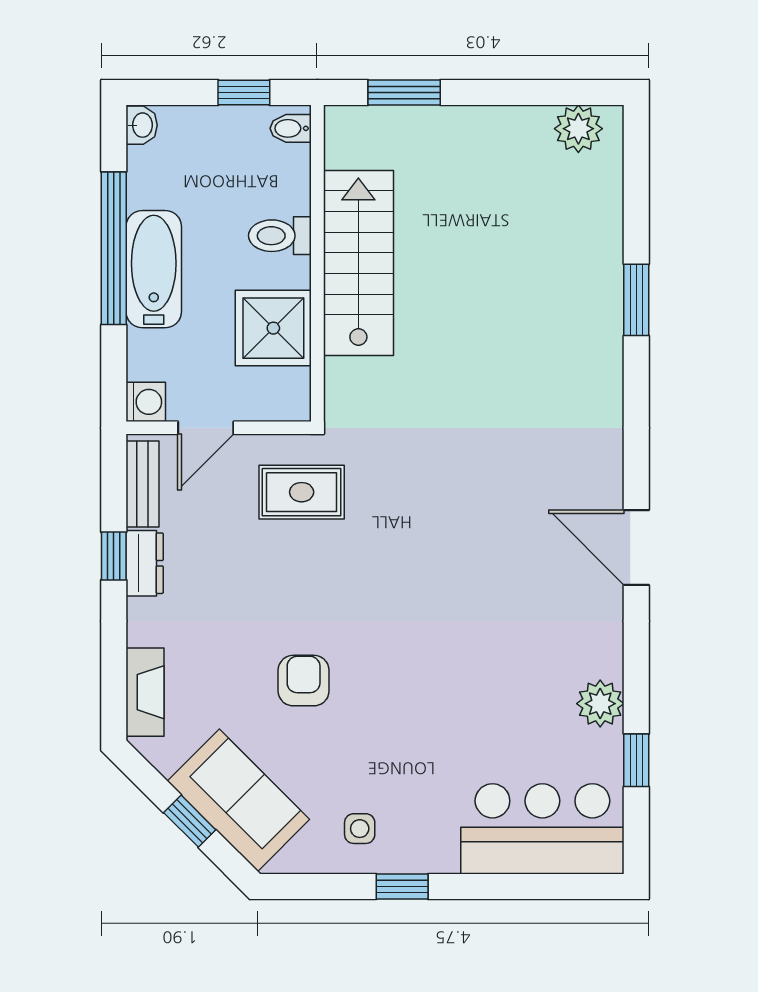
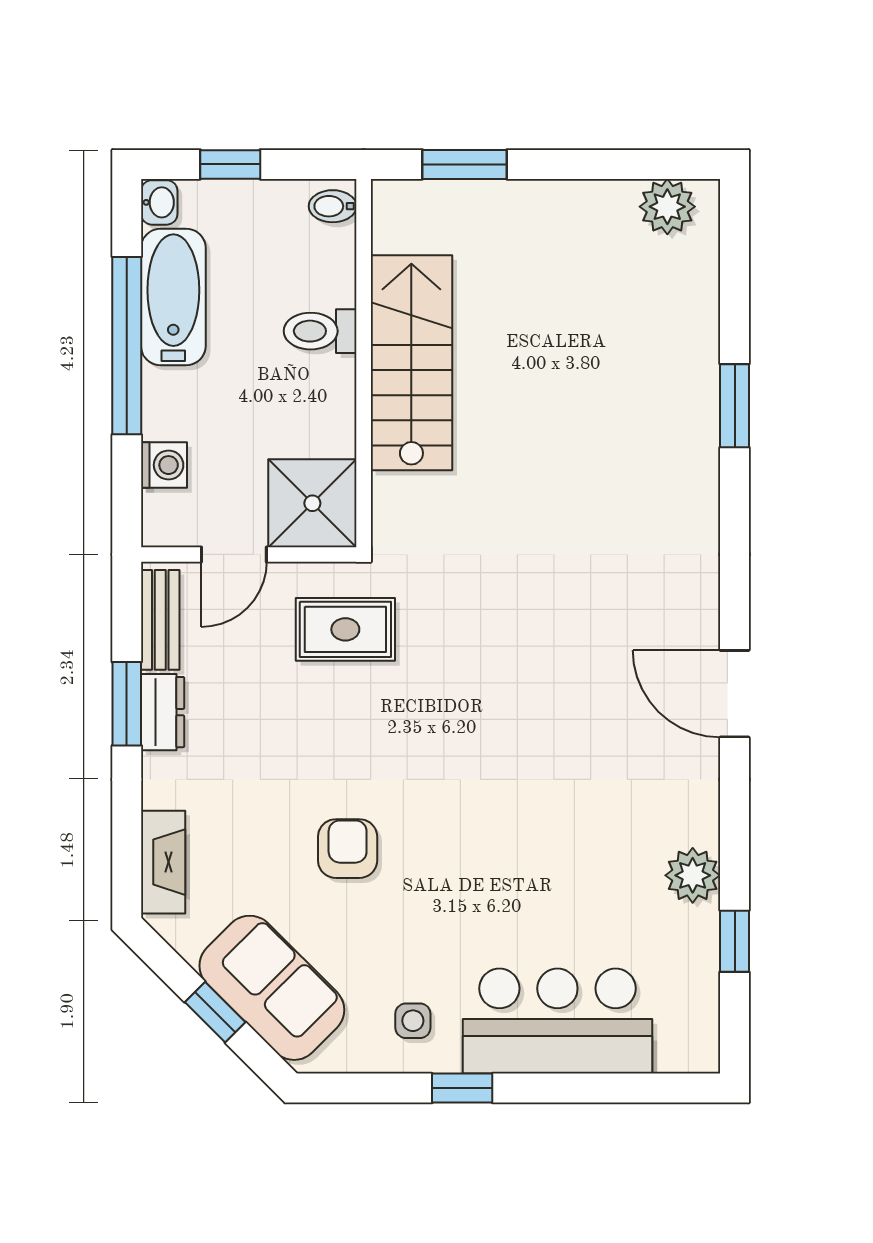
window: (244, 92) -> (230, 164), moved
bathtub: (154, 269) -> (173, 297), moved
shower: (273, 328) -> (312, 503), moved
washing machine: (146, 402) -> (164, 465), moved
window: (114, 556) -> (127, 704), width x1.50
bar counter: (542, 829) -> (557, 1021), moved

